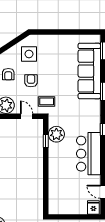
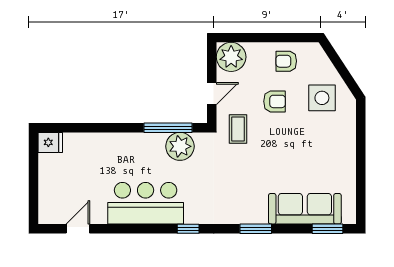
sofa: (89, 71) -> (305, 209), width x0.74, depth x0.79
window: (46, 141) -> (168, 128), width x2.17
fridge: (93, 207) -> (50, 142), moved

